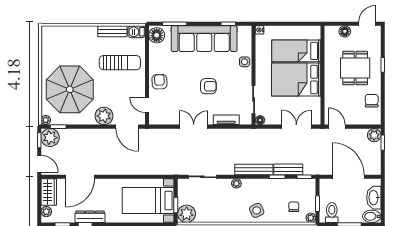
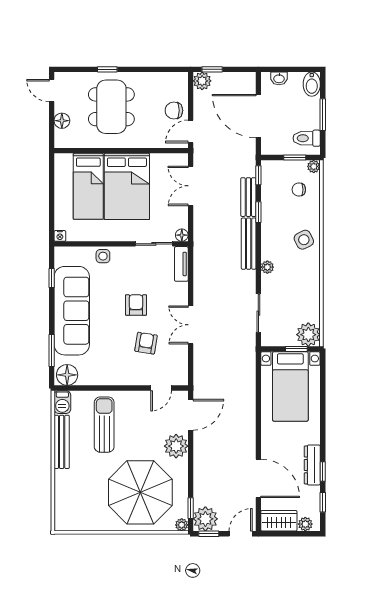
bench: (112, 31) -> (62, 442), width x1.36
dining table: (355, 68) -> (111, 107), width x1.38
armchair: (159, 82) -> (146, 343), moved, turned 102
chair: (372, 101) -> (174, 110), moved
tv unit: (226, 120) -> (181, 264), moved
door: (348, 177) -> (258, 116), hinge flipped
washbasin: (374, 198) -> (279, 78), width x0.52, depth x0.69

